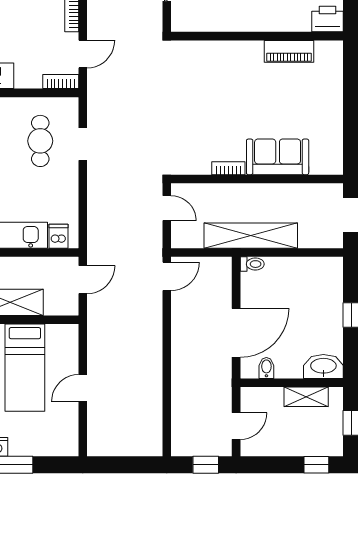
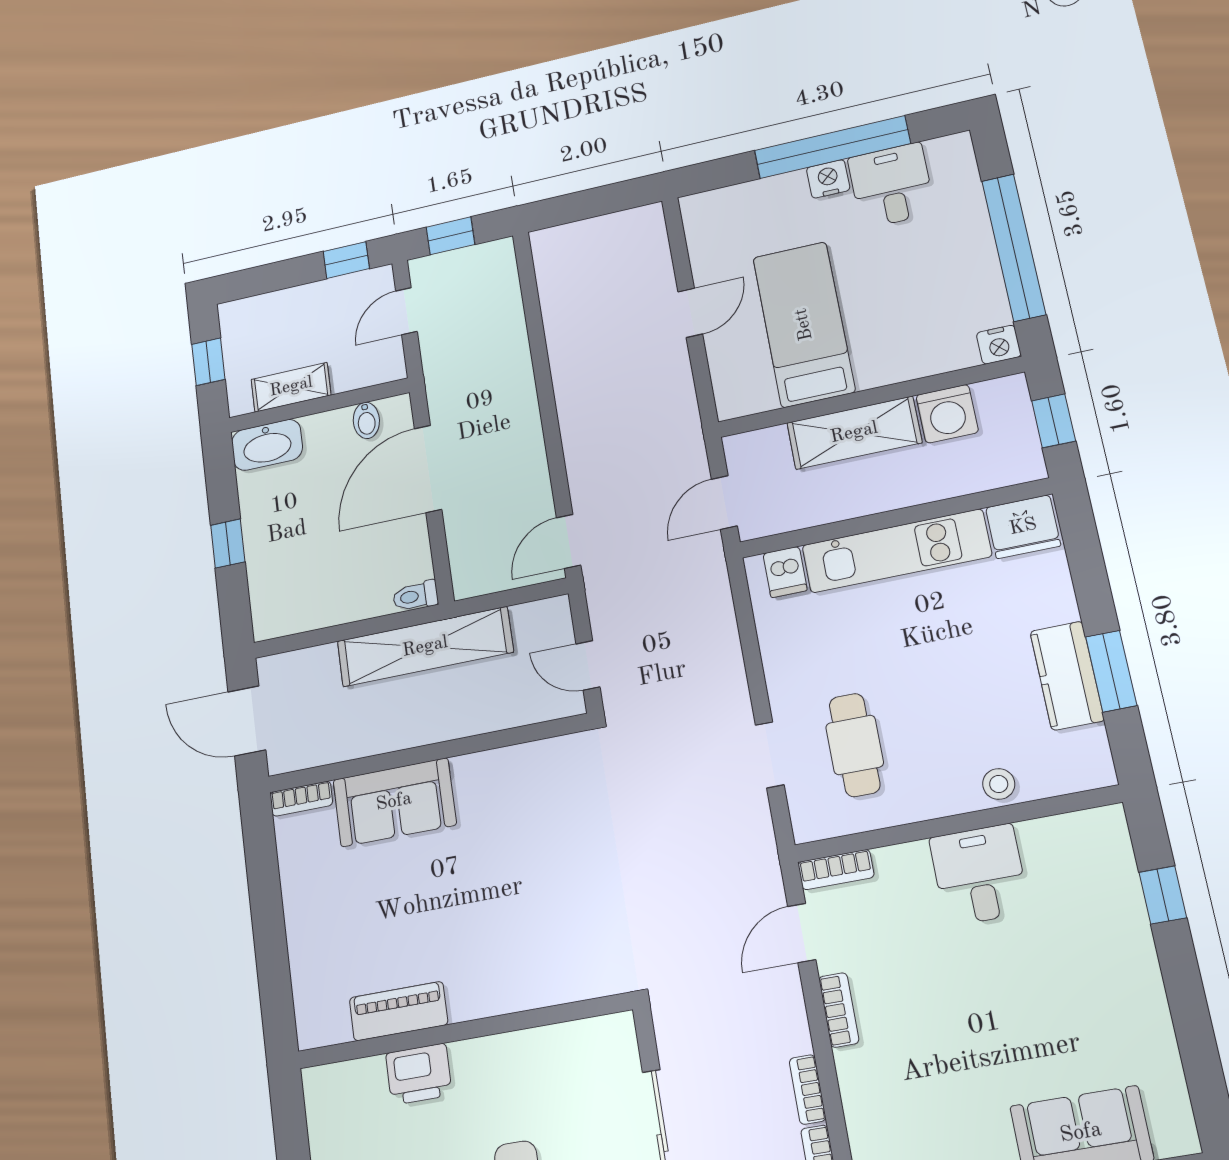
printer: (328, 19) -> (419, 1074), moved
bookcase: (228, 168) -> (301, 799), moved
window: (316, 465) -> (346, 260), moved

